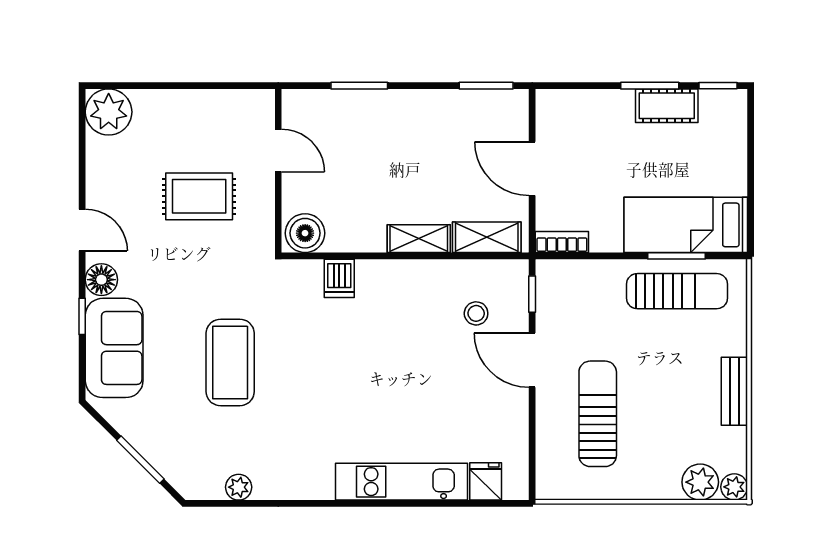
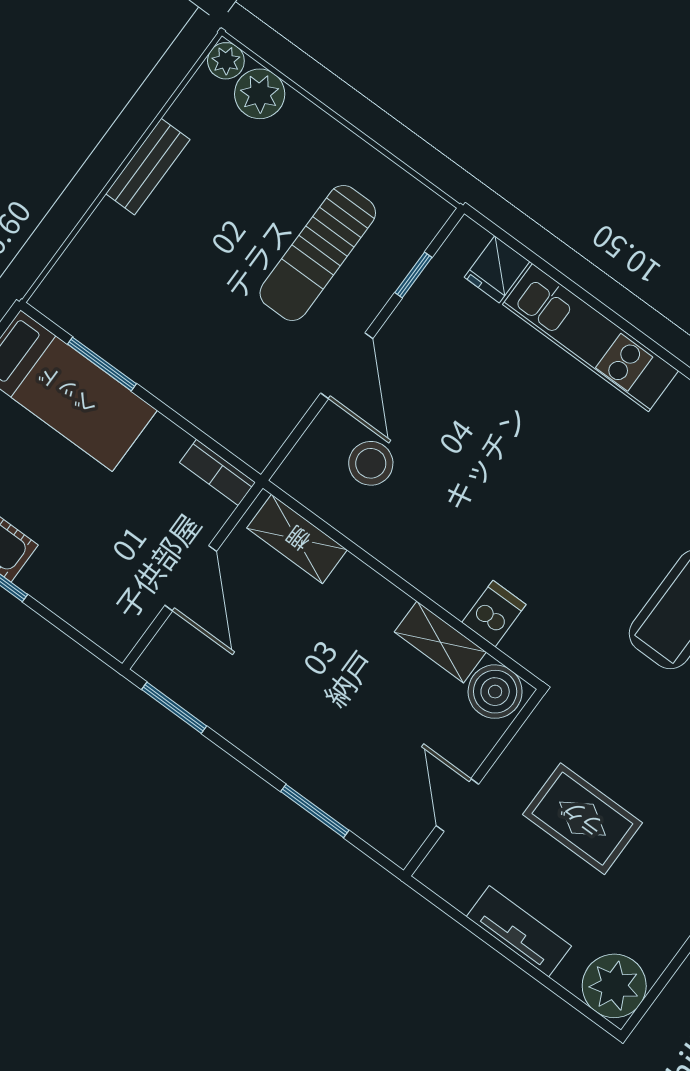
tv unit: (188, 103) -> (519, 931), added
shelving: (419, 239) -> (440, 642), moved
sun lounger: (677, 291) -> (130, 324), removed
window: (532, 294) -> (413, 275), moved
stool: (476, 313) -> (371, 463), width x1.37, depth x1.37

